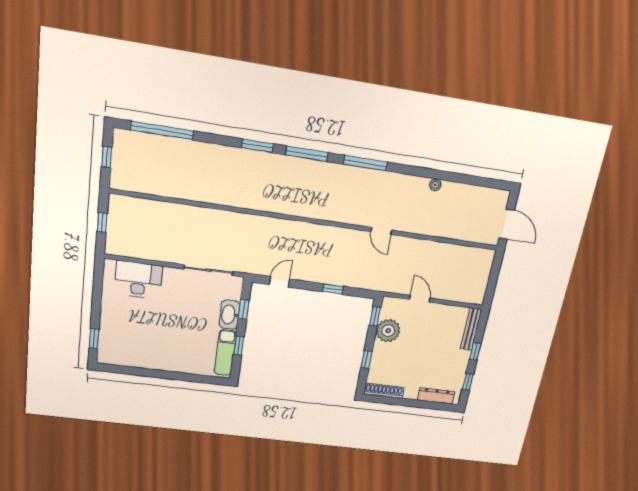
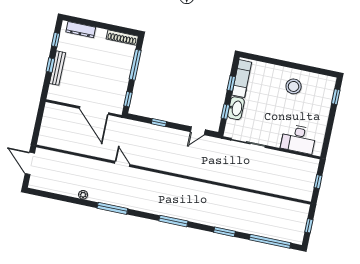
window: (257, 146) -> (225, 232), moved
window: (365, 163) -> (112, 208), moved
door: (420, 299) -> (94, 111), width x1.87
bench: (471, 329) -> (58, 68), moved
plant: (388, 331) -> (118, 87), removed
stool: (154, 348) -> (294, 86), added
window: (367, 359) -> (135, 65), width x2.17

